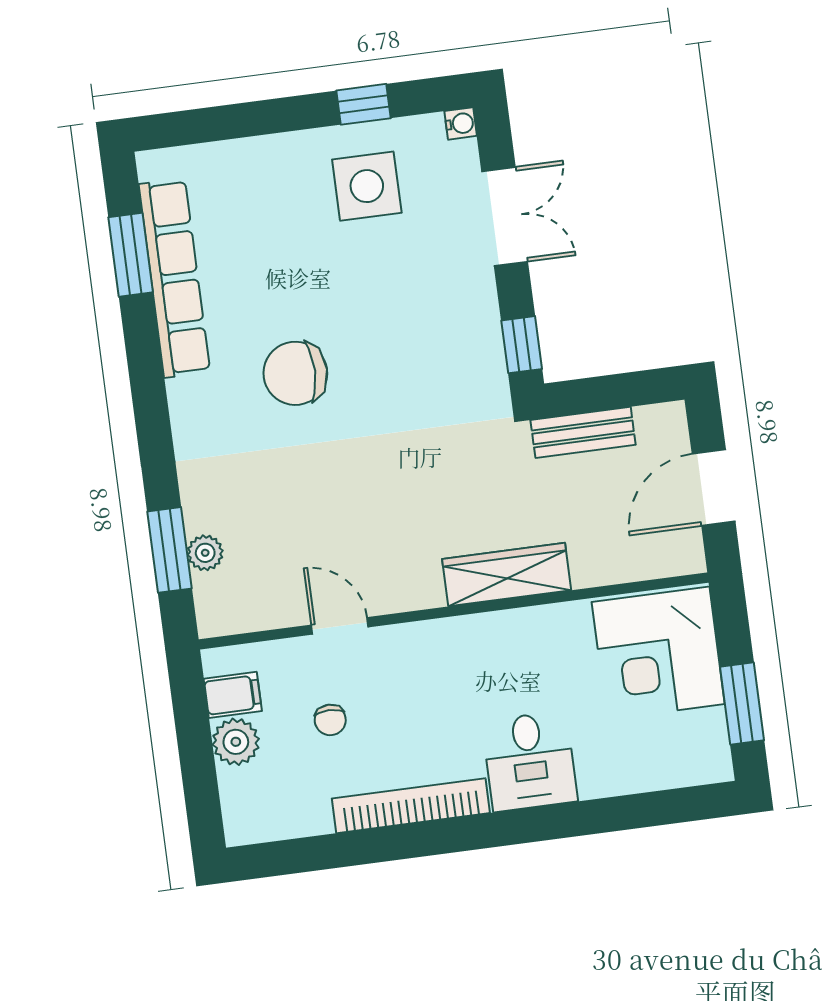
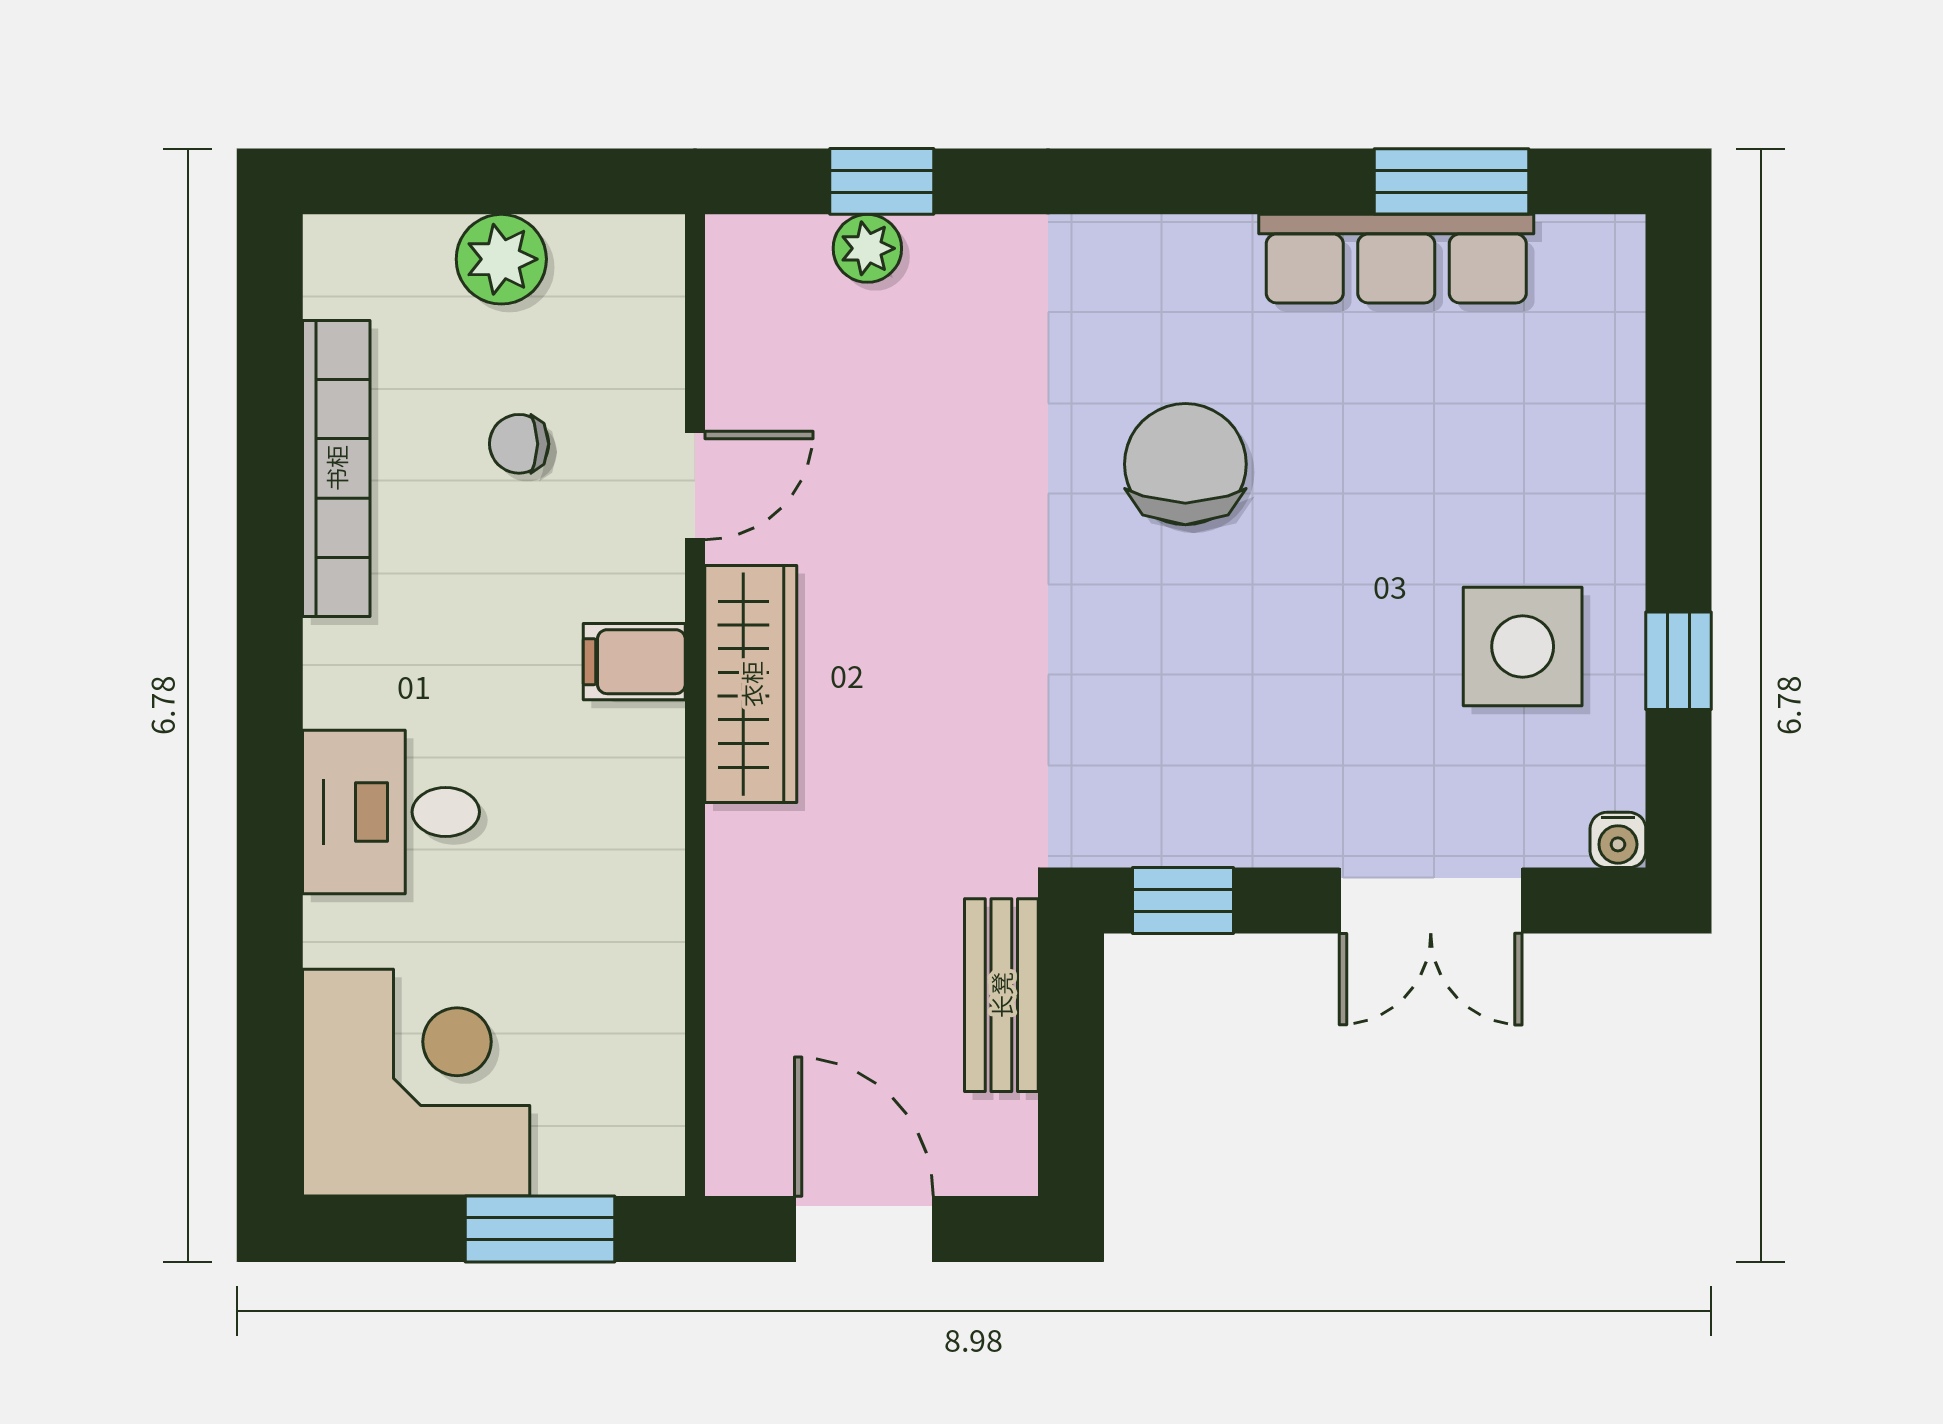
row of seats: (174, 278) -> (1396, 259), width x0.73
window: (170, 550) -> (882, 181), width x0.67
wardrobe: (507, 575) -> (751, 684), moved
corner desk: (658, 653) -> (416, 1083), moved, turned 90
filing cabinet: (233, 695) -> (634, 662), moved, turned 90
window: (742, 704) -> (540, 1229), moved
bookcase: (411, 806) -> (336, 468), moved

